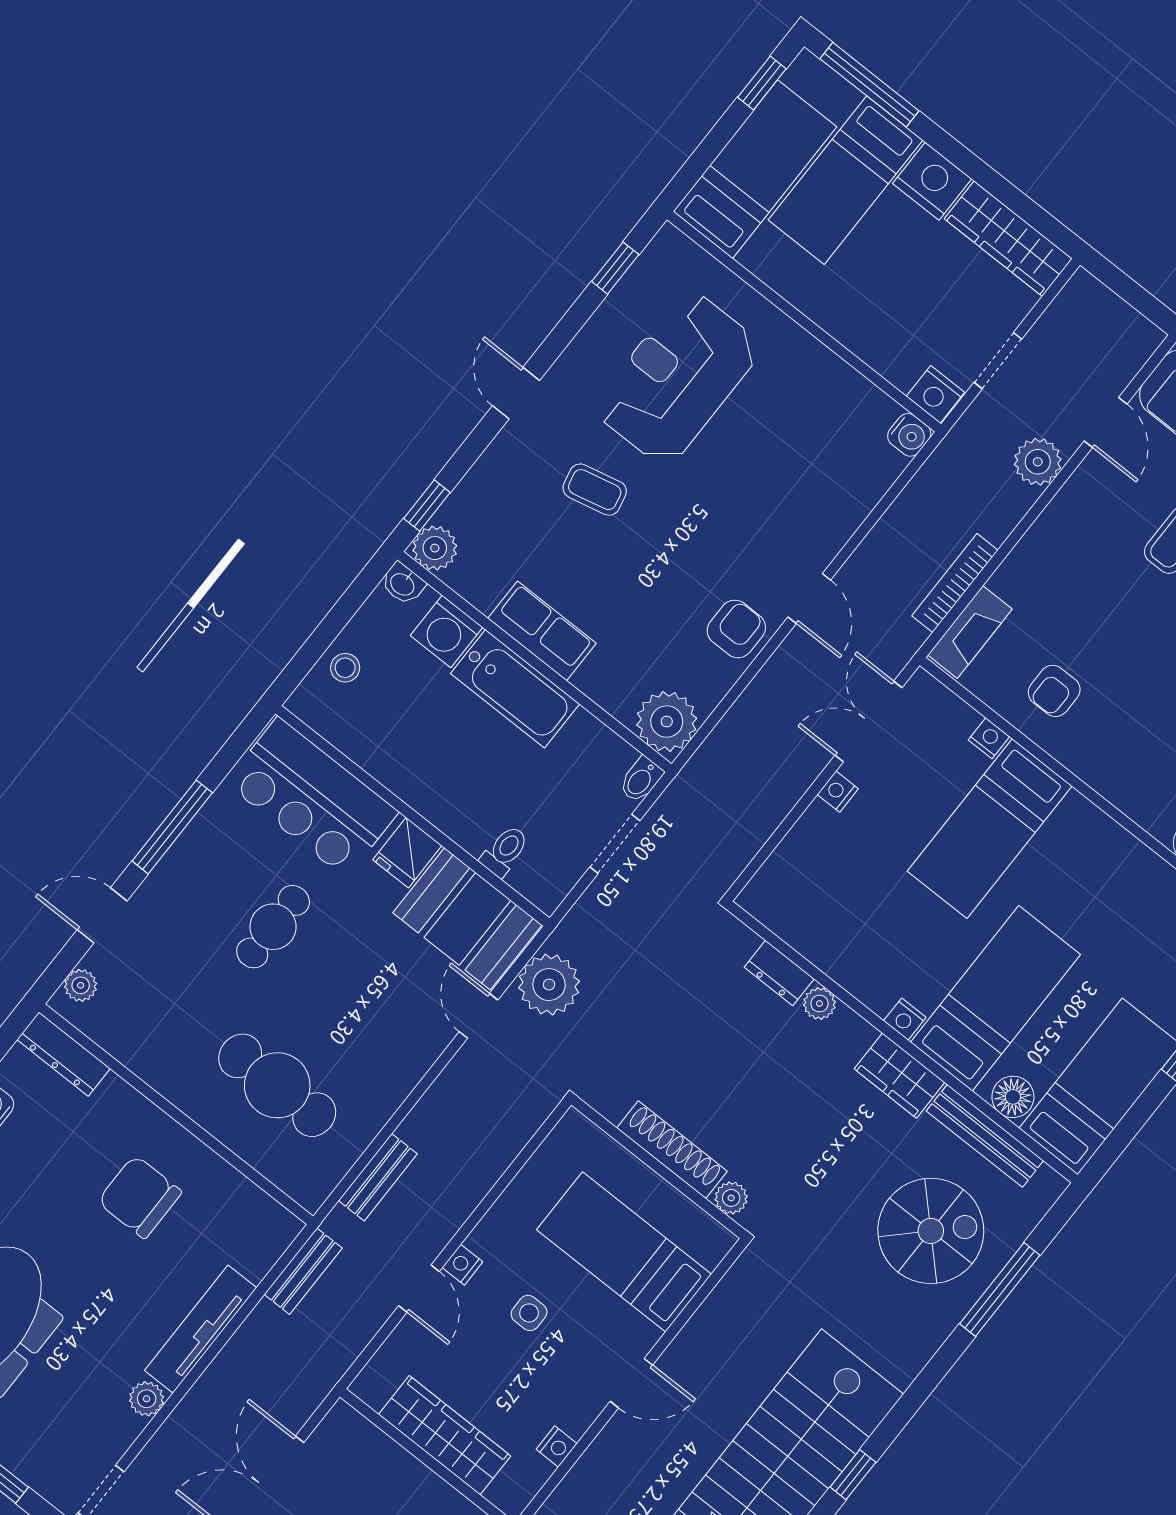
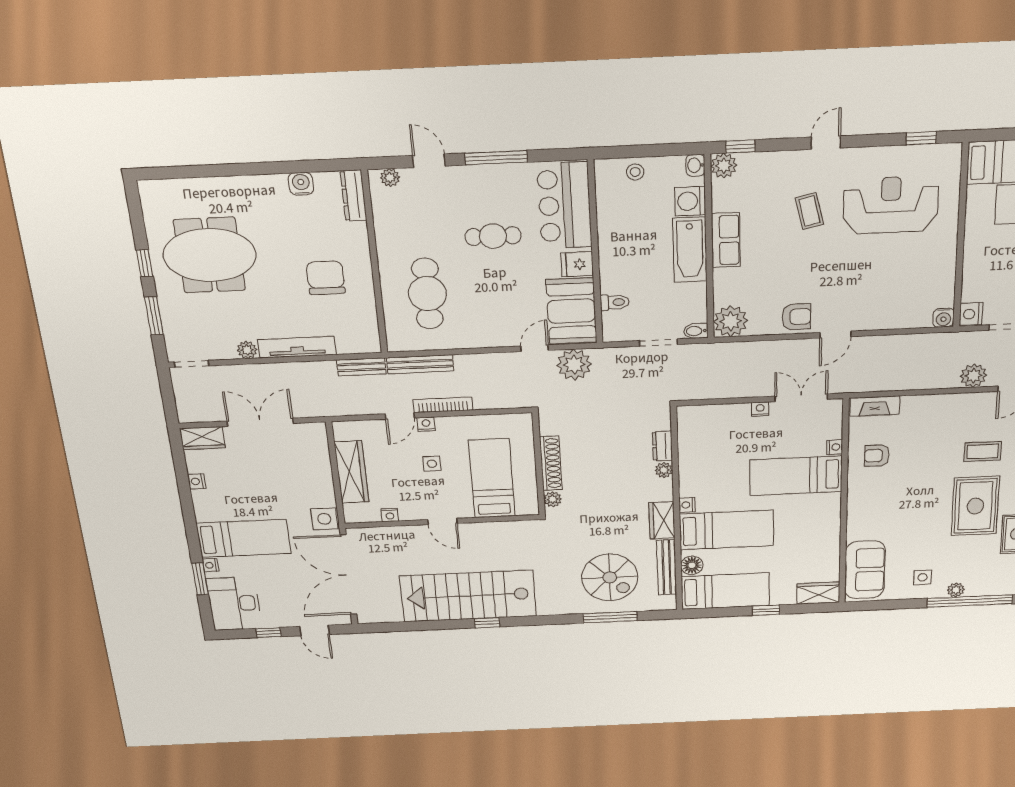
bookcase: (955, 583) -> (443, 405), moved
bench: (378, 1177) -> (420, 364), width x1.36

